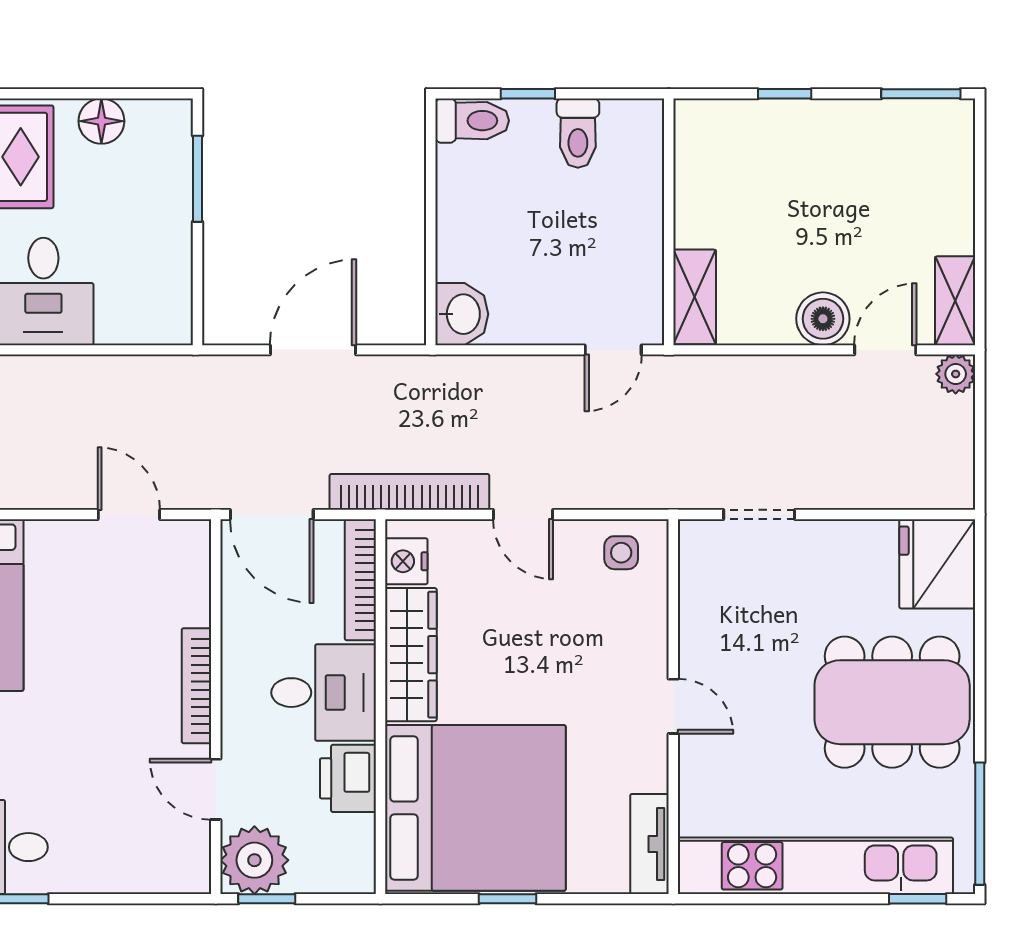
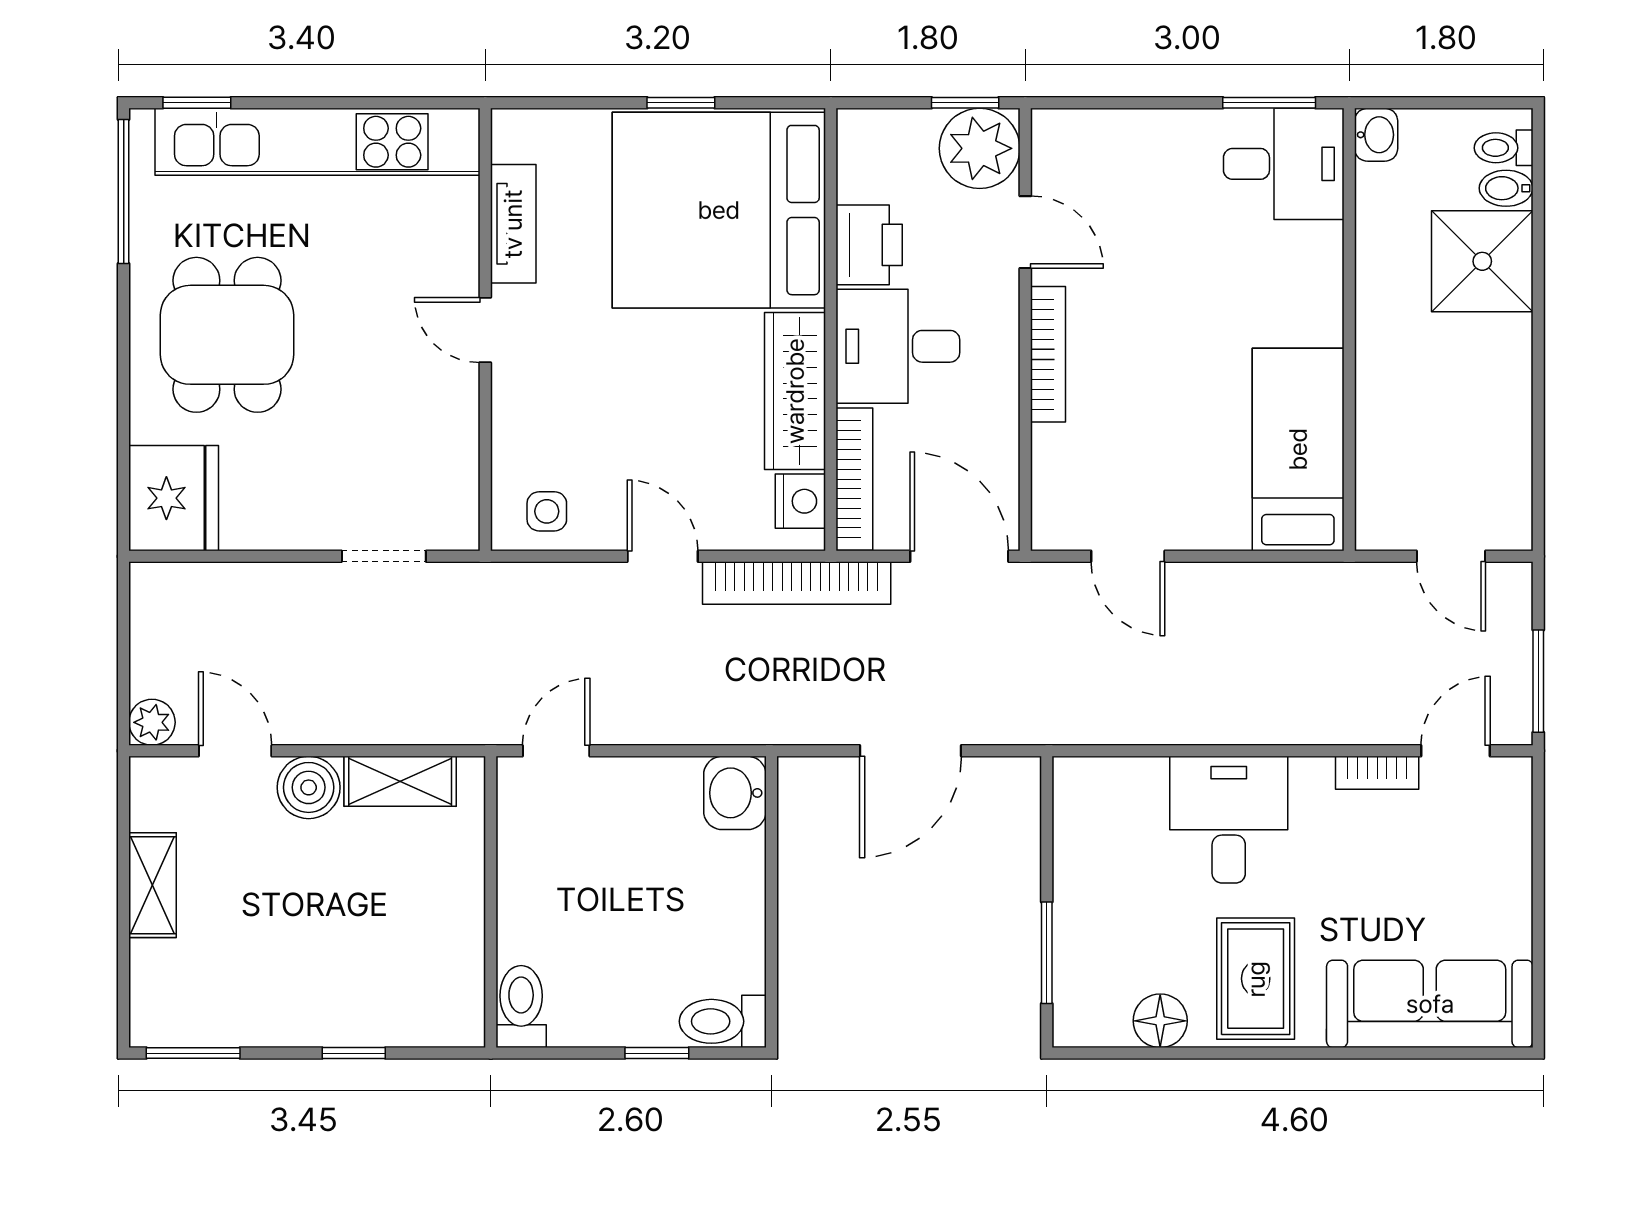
toilet: (578, 133) -> (521, 1007), moved
shelving: (695, 297) -> (400, 781), moved, turned 90
shelving: (955, 301) -> (153, 885), moved
door: (885, 350) -> (235, 751), swing flipped
dining table: (892, 702) -> (227, 335), width x0.73
tv unit: (650, 844) -> (513, 224), moved

